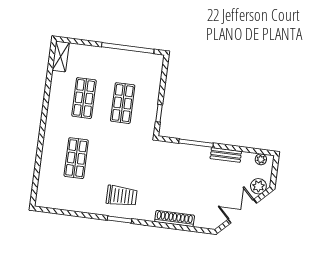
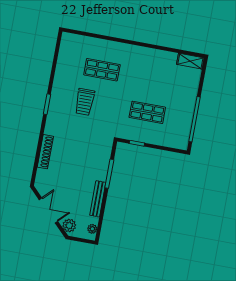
shop shelf: (84, 98) -> (153, 79), removed
bench: (226, 155) -> (98, 199), width x1.36
trolley: (122, 196) -> (85, 102), moved

